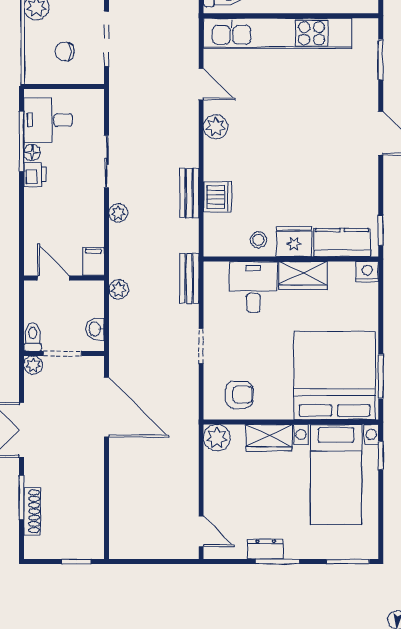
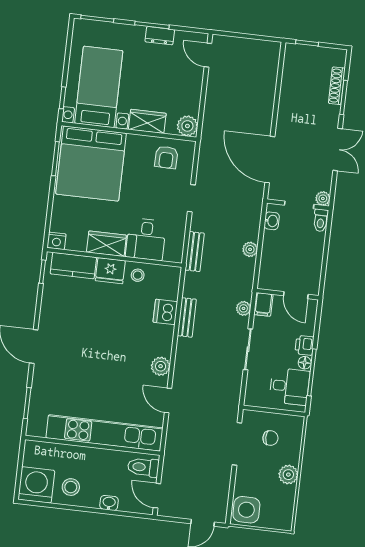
filing cabinet: (93, 261) -> (263, 304), moved
door: (53, 278) -> (296, 295), moved
wall: (64, 278) -> (288, 294), moved
armchair: (239, 395) -> (166, 157), turned -89

